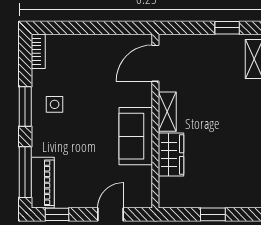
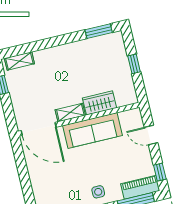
door: (155, 63) -> (39, 129), width x1.36
side table: (55, 104) -> (98, 192), moved
sofa: (136, 136) -> (92, 130), width x1.36

